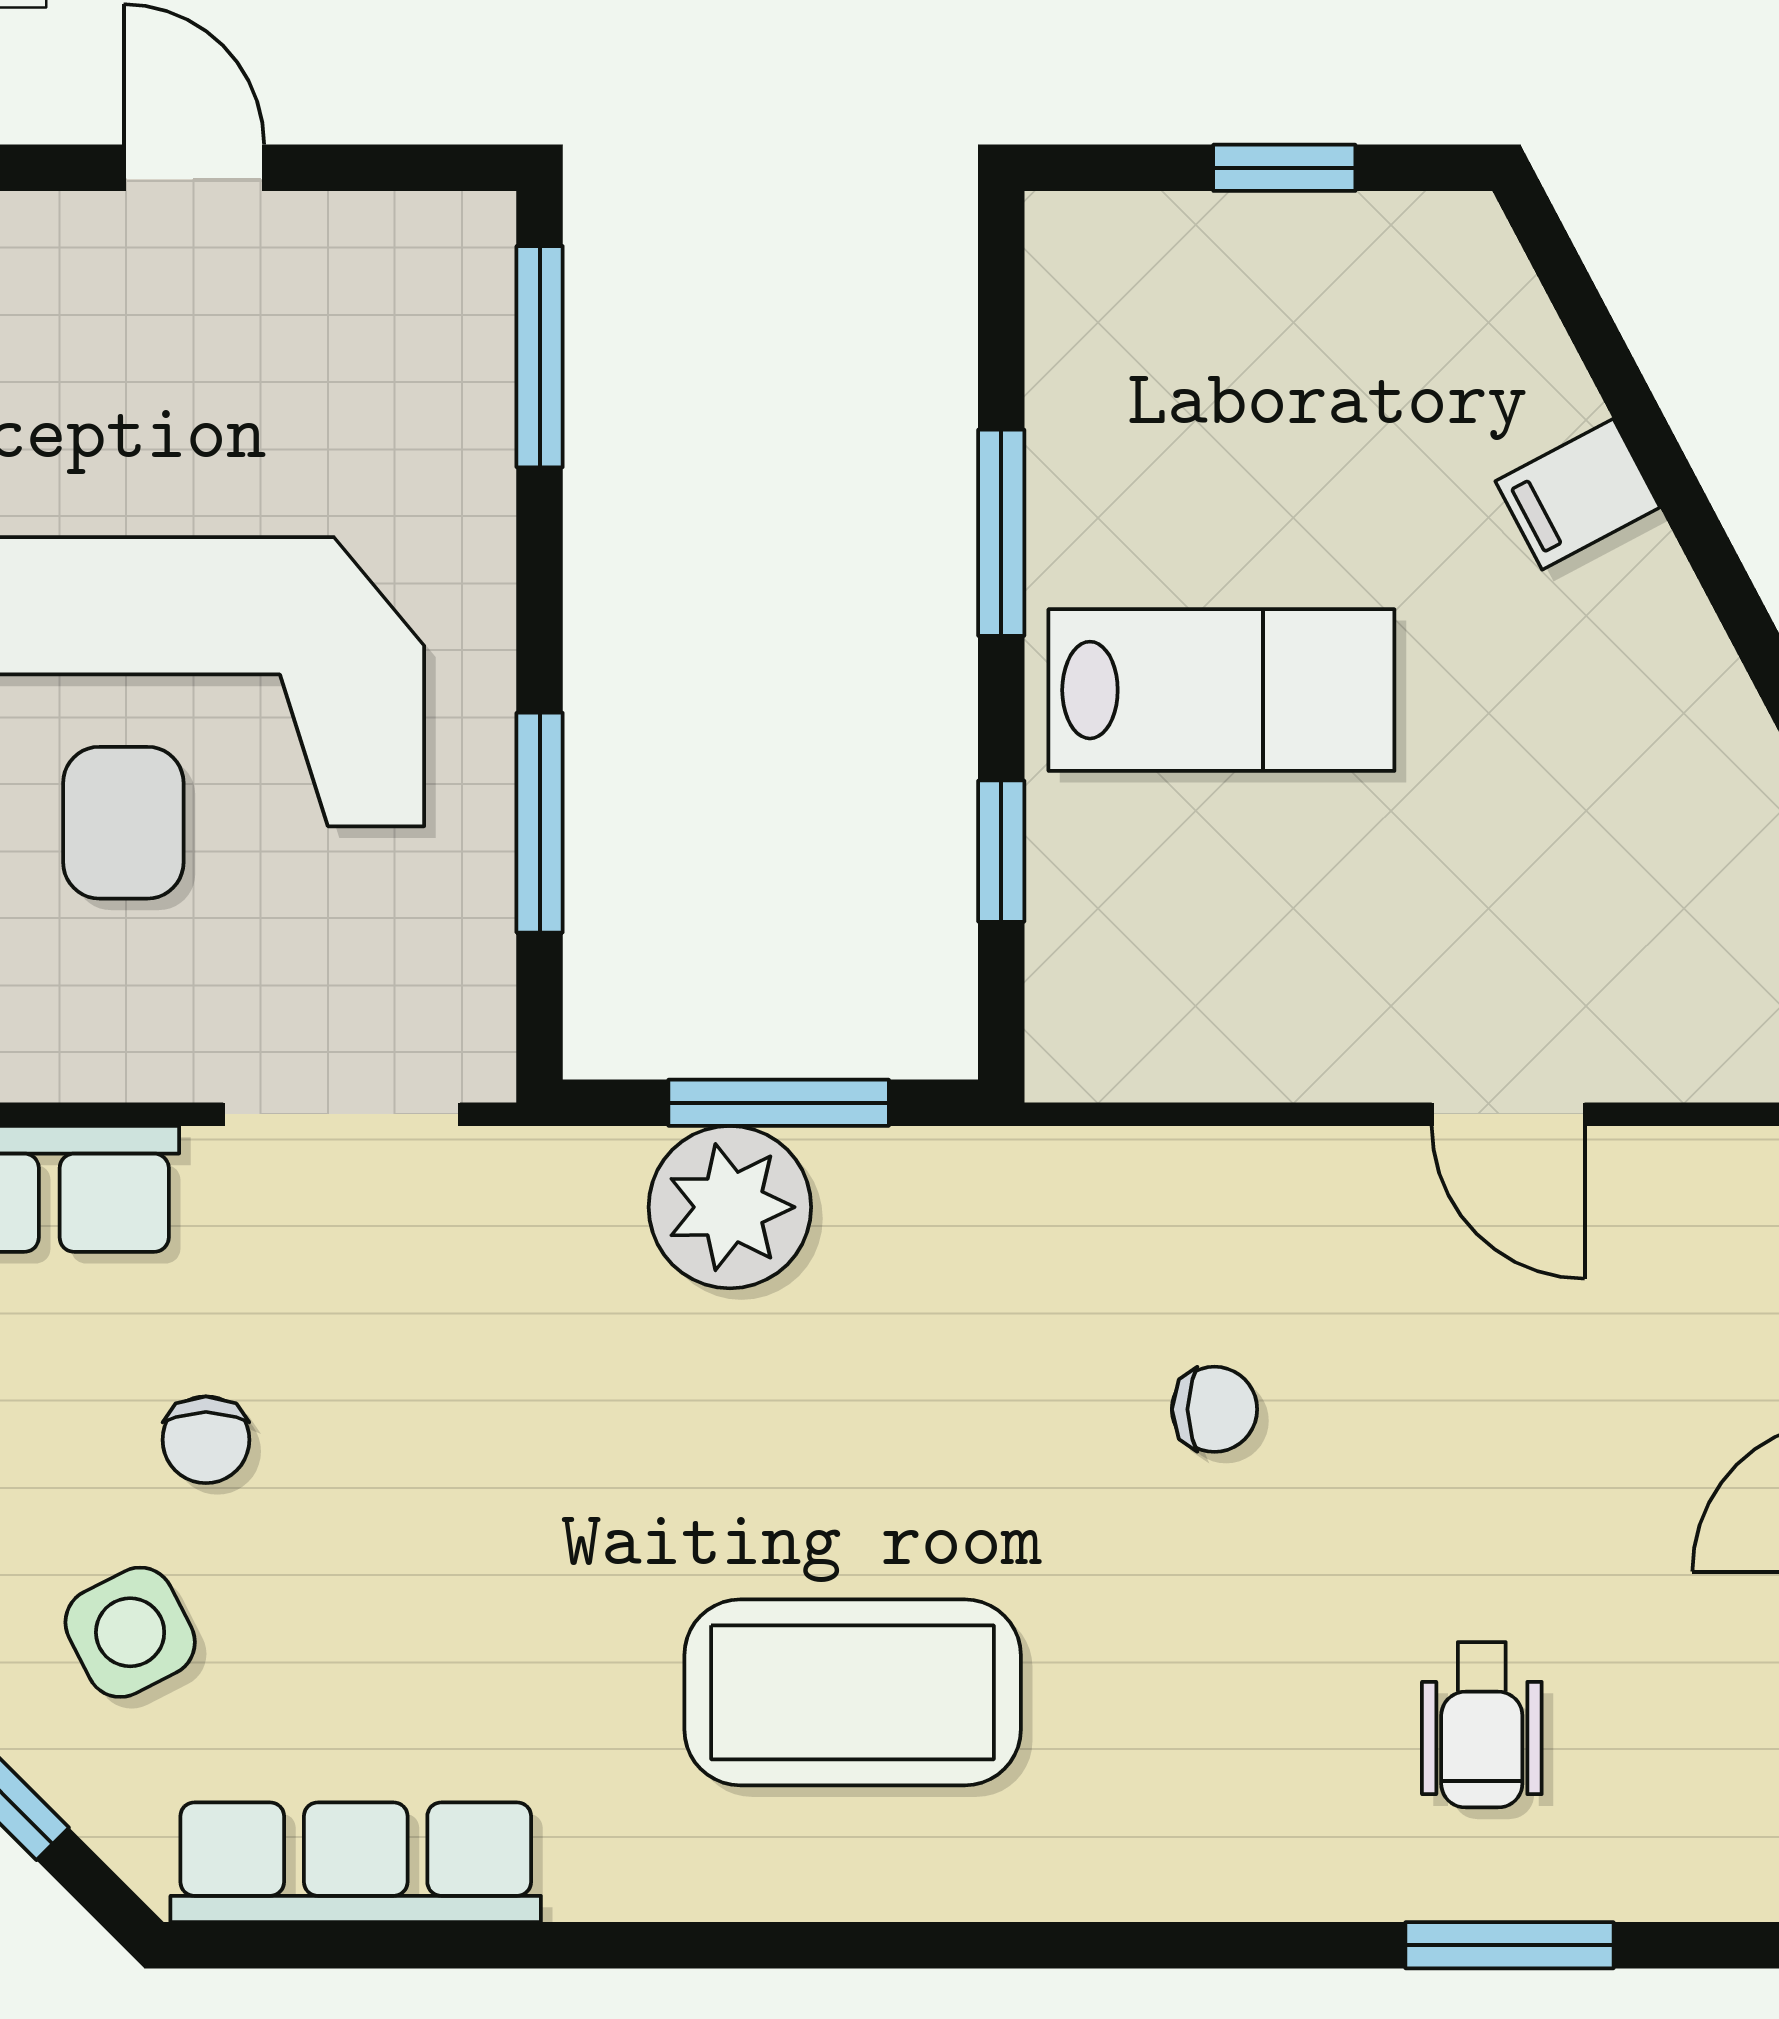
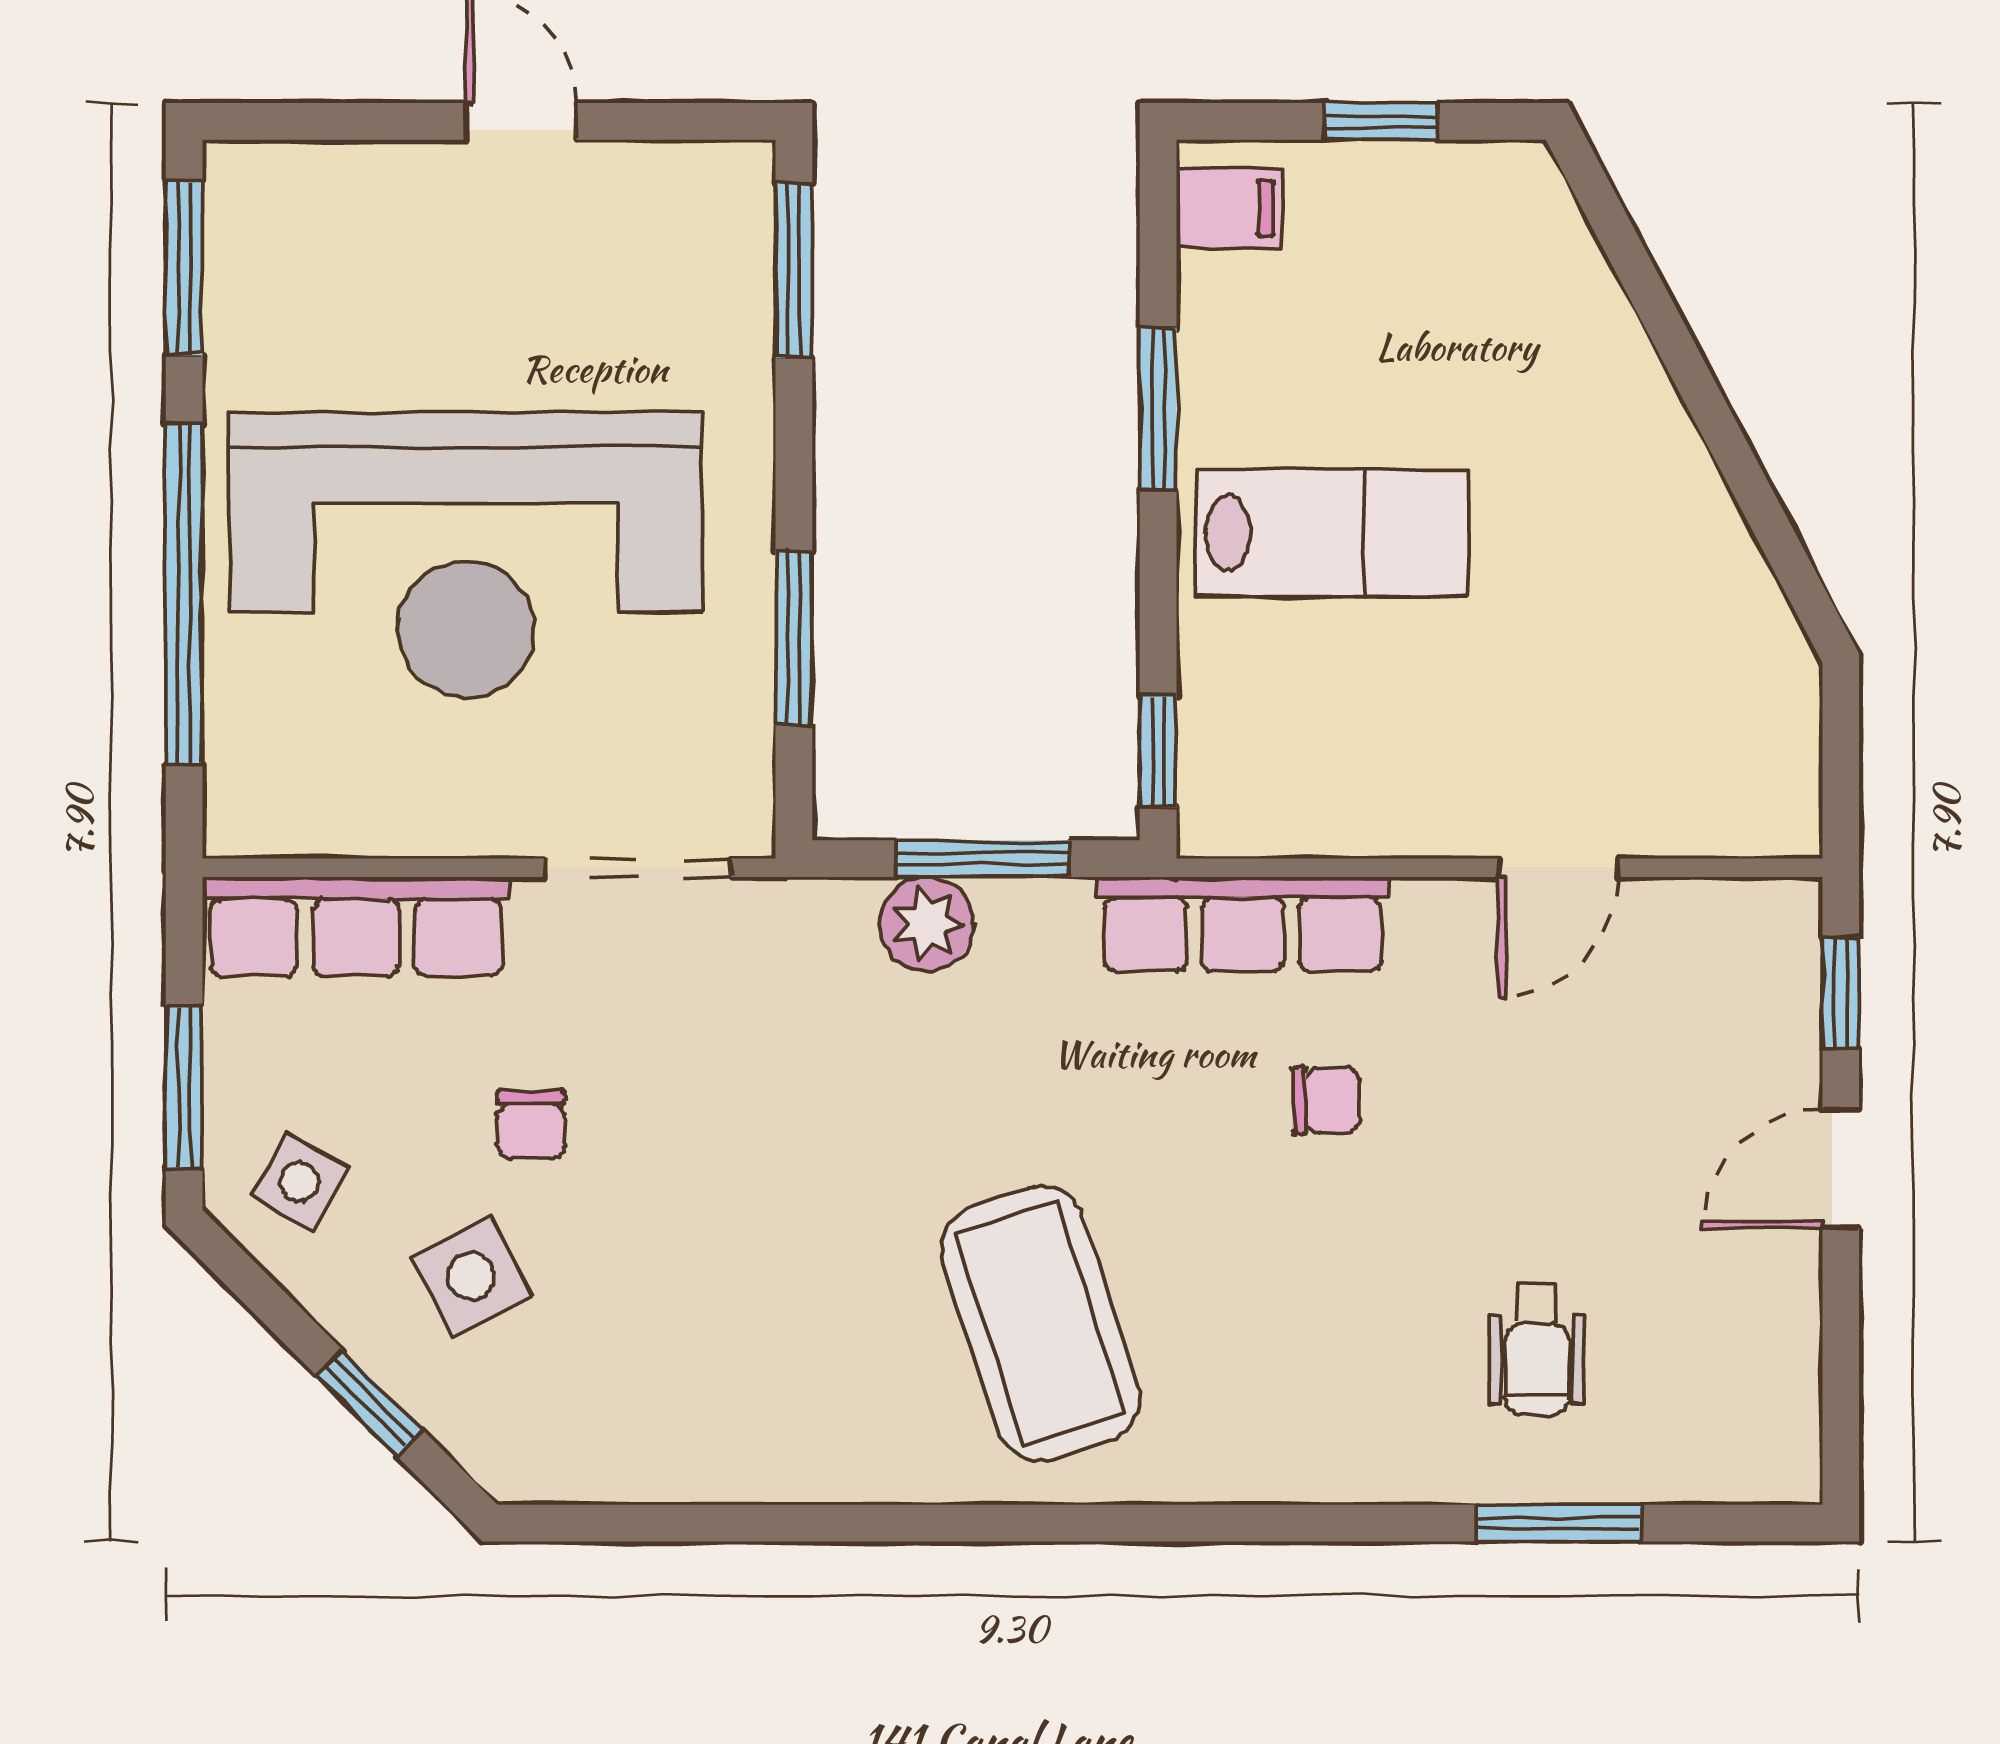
filing cabinet: (1578, 494) -> (1229, 209), moved, turned -152
window: (1001, 851) -> (1158, 751), moved
door: (1508, 1114) -> (1558, 868), hinge flipped
plant: (730, 1207) -> (927, 924), width x0.73, depth x0.73
coffee table: (853, 1692) -> (1041, 1324), turned 72
row of seats: (356, 1862) -> (1243, 924), moved, turned 180

